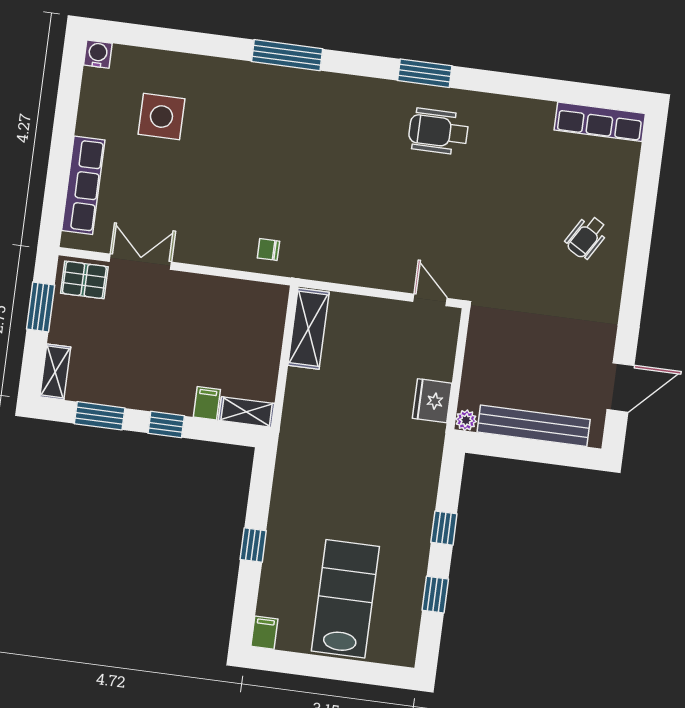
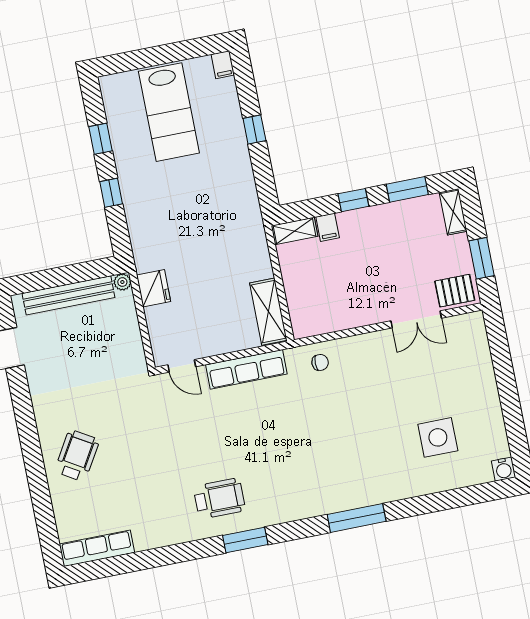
row of seats: (83, 185) -> (246, 369), moved, turned -90
wheelchair: (587, 237) -> (77, 456), width x1.36, depth x1.37

